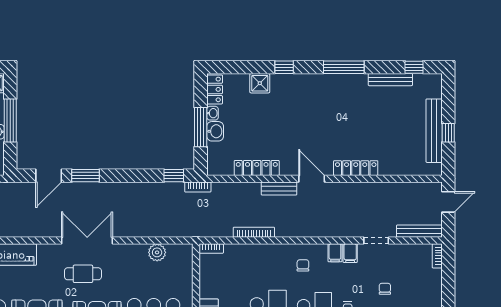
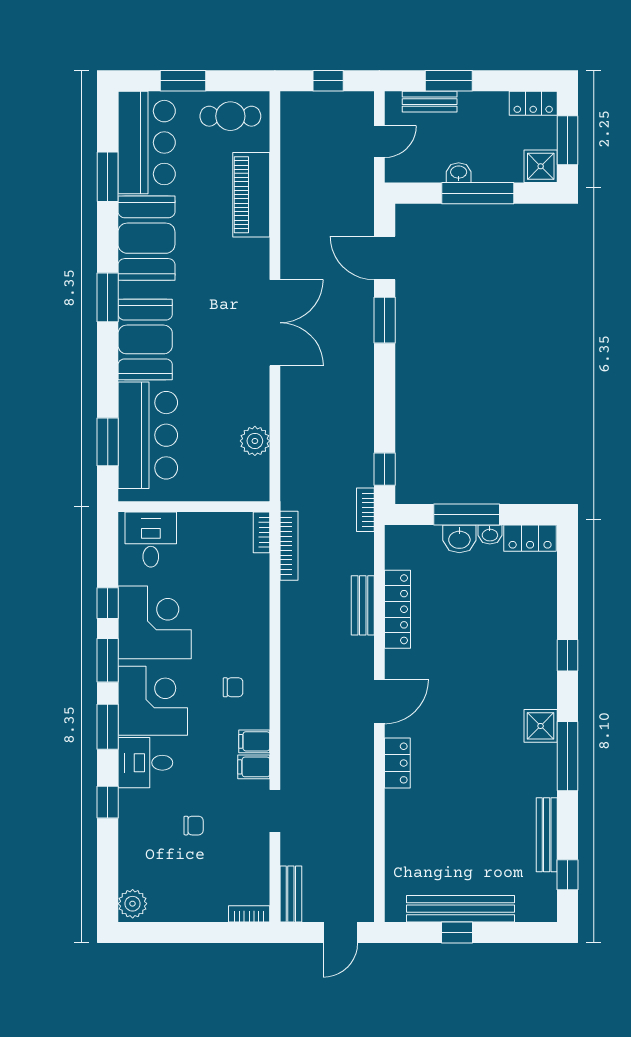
shower: (260, 83) -> (541, 726), moved
locker: (356, 168) -> (397, 763), width x0.66
bench: (279, 188) -> (363, 605), moved
door: (448, 202) -> (340, 932), hinge flipped
bench: (419, 231) -> (291, 894), width x0.73
bookcase: (254, 232) -> (289, 546), moved
cafe table: (83, 274) -> (219, 316), removed

